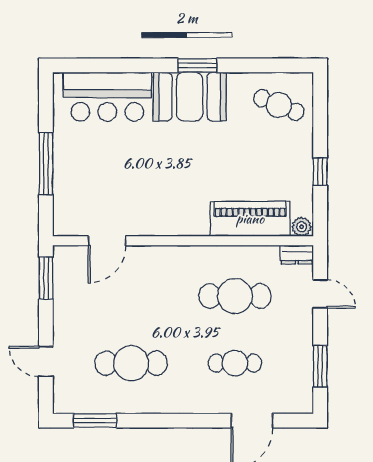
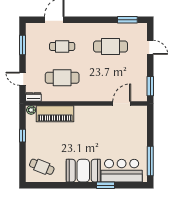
window: (197, 65) -> (105, 185), moved
window: (46, 164) -> (150, 161), moved

